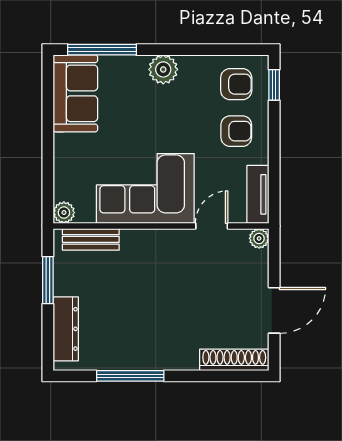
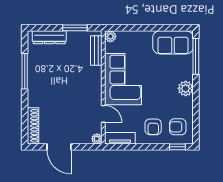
armchair: (236, 84) -> (178, 127), turned 90

